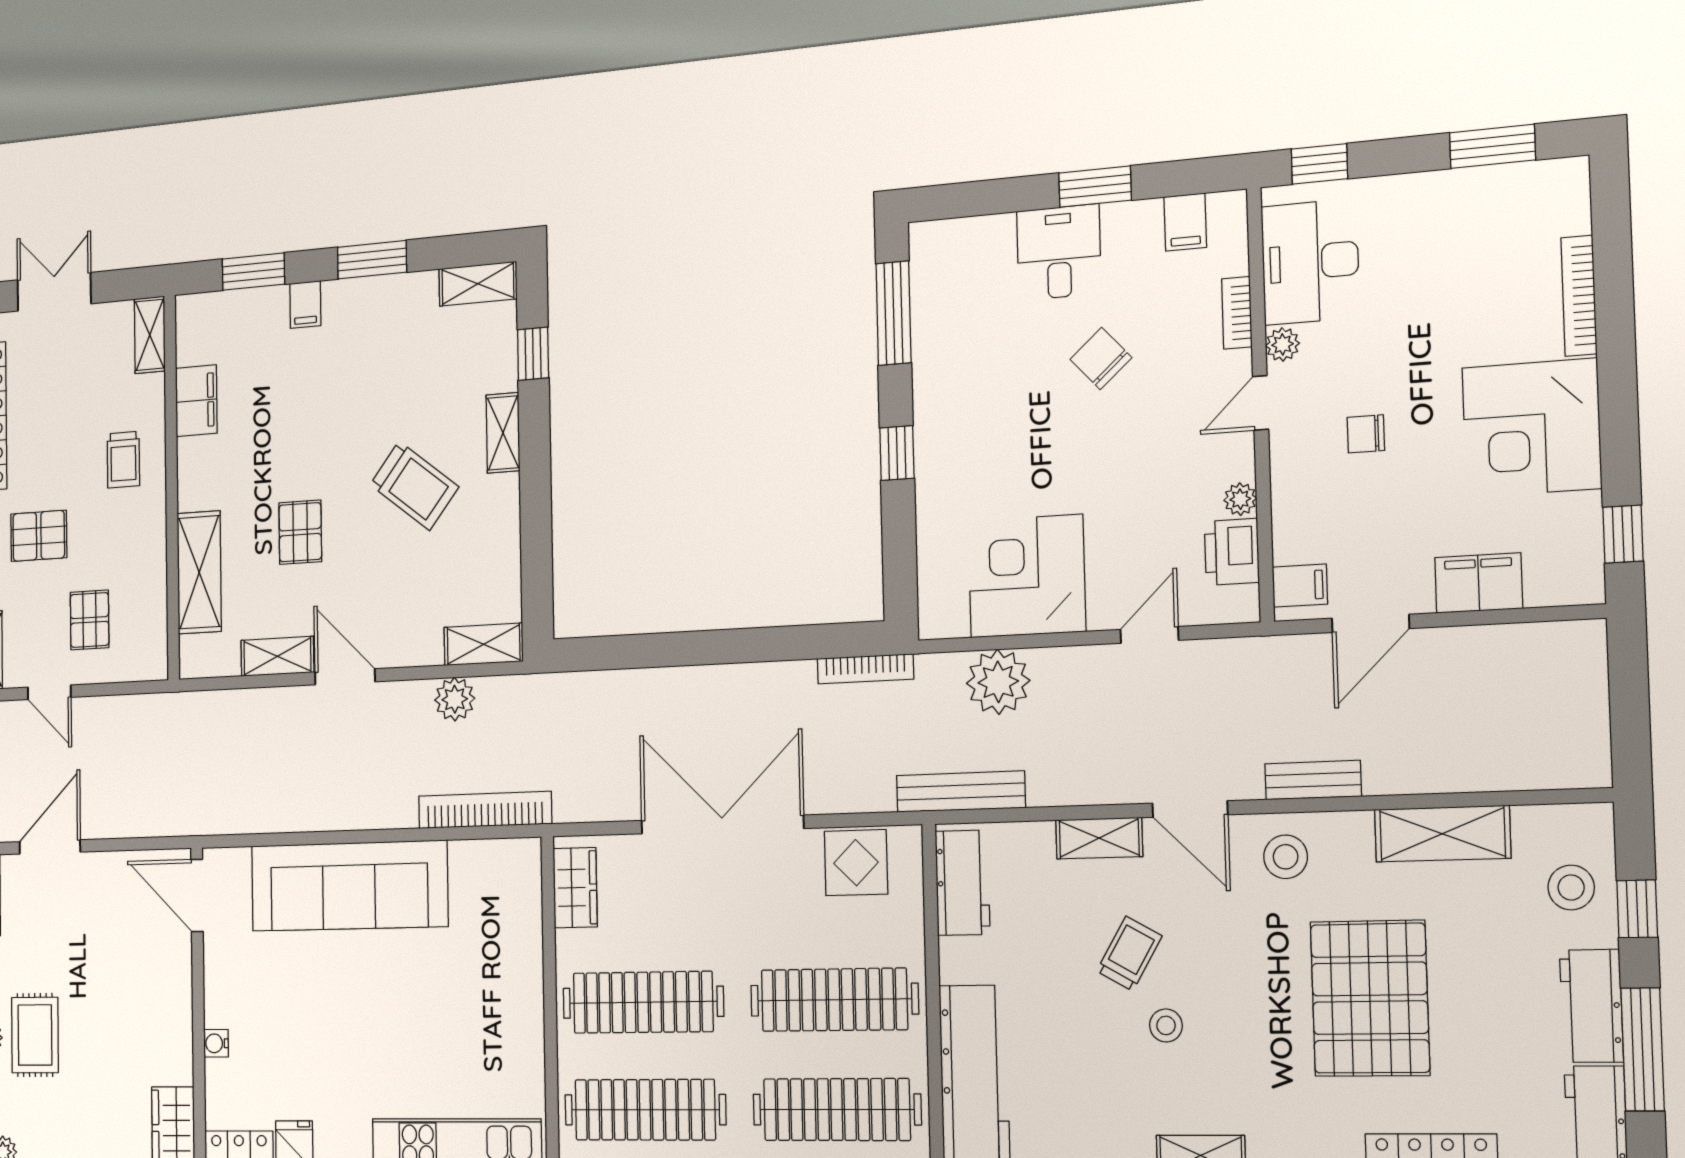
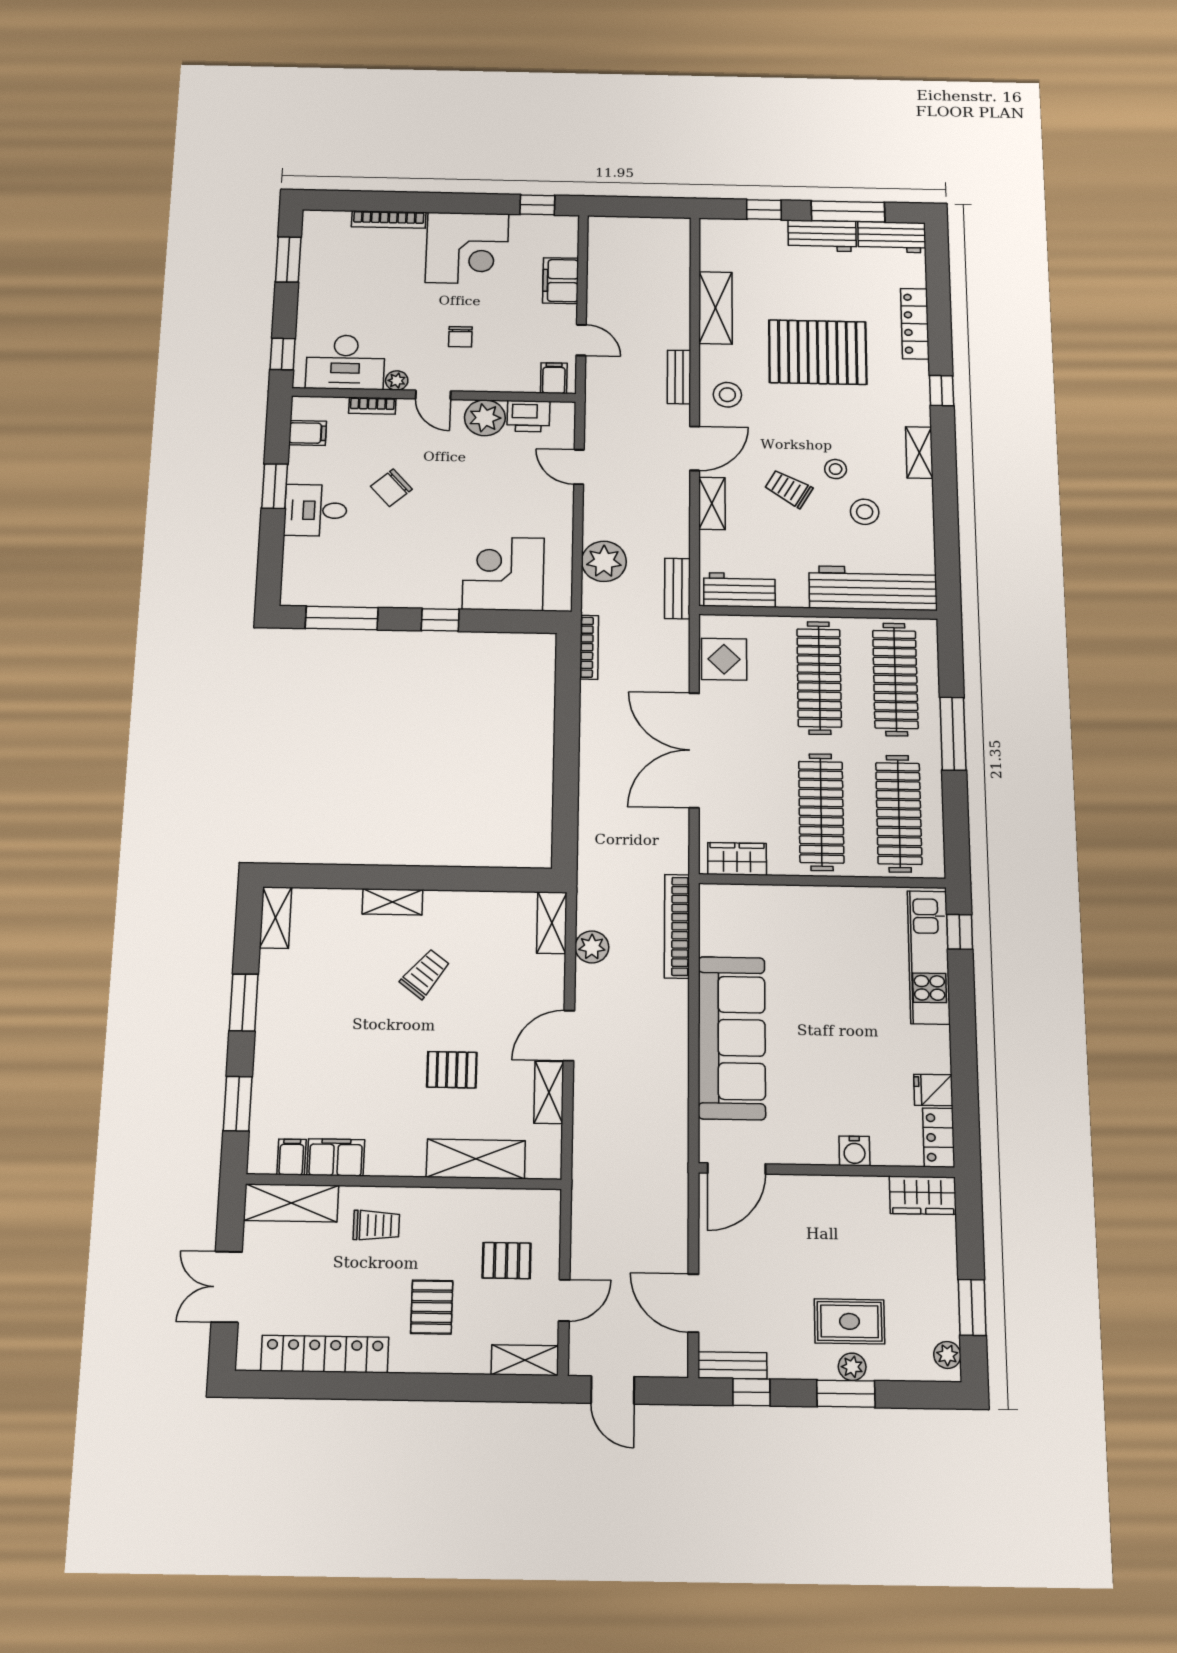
filing cabinet: (305, 305) -> (291, 1157), moved, turned -90
shelving: (150, 335) -> (291, 1203), width x1.50, depth x1.33
window: (533, 354) -> (335, 876), removed
trolley: (414, 486) -> (425, 974), width x0.73, depth x0.72
plant: (1240, 499) -> (485, 418), width x1.88, depth x1.88
corner desk: (1027, 576) -> (503, 574), moved, turned 90
door: (1371, 623) -> (581, 340), width x0.73
bench: (961, 792) -> (677, 589), width x0.73
stool: (1571, 887) -> (865, 512), moved
water cooler: (216, 1043) -> (854, 1151), width x1.38, depth x1.38

